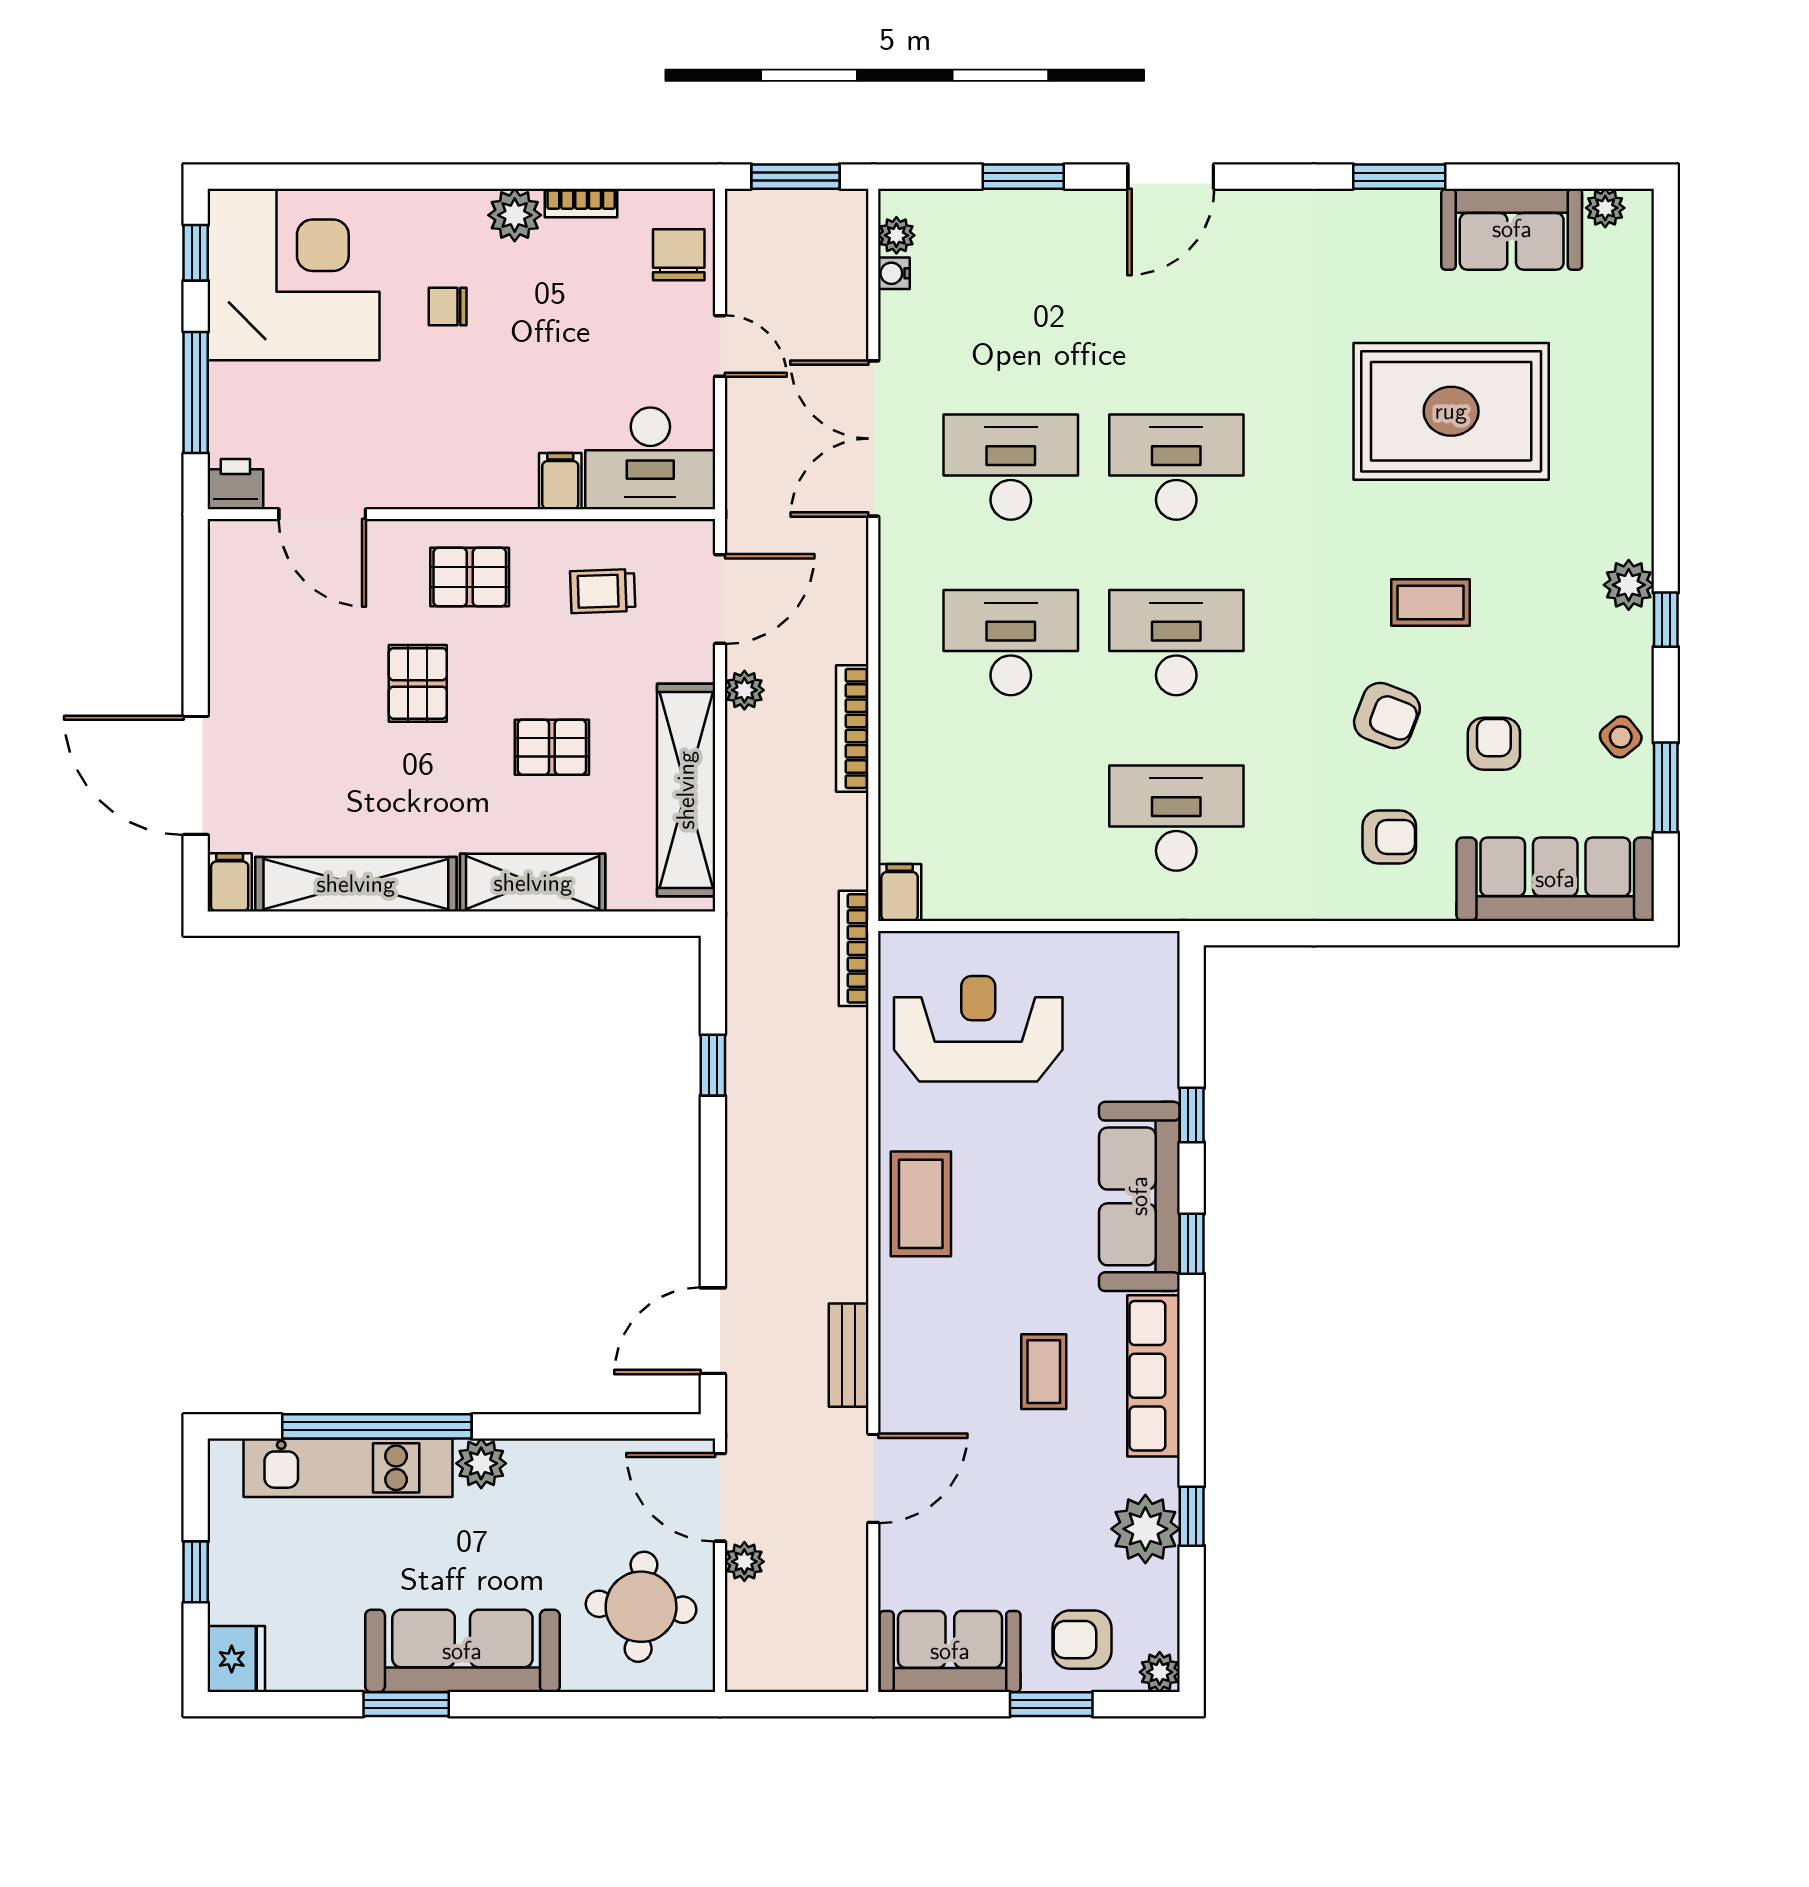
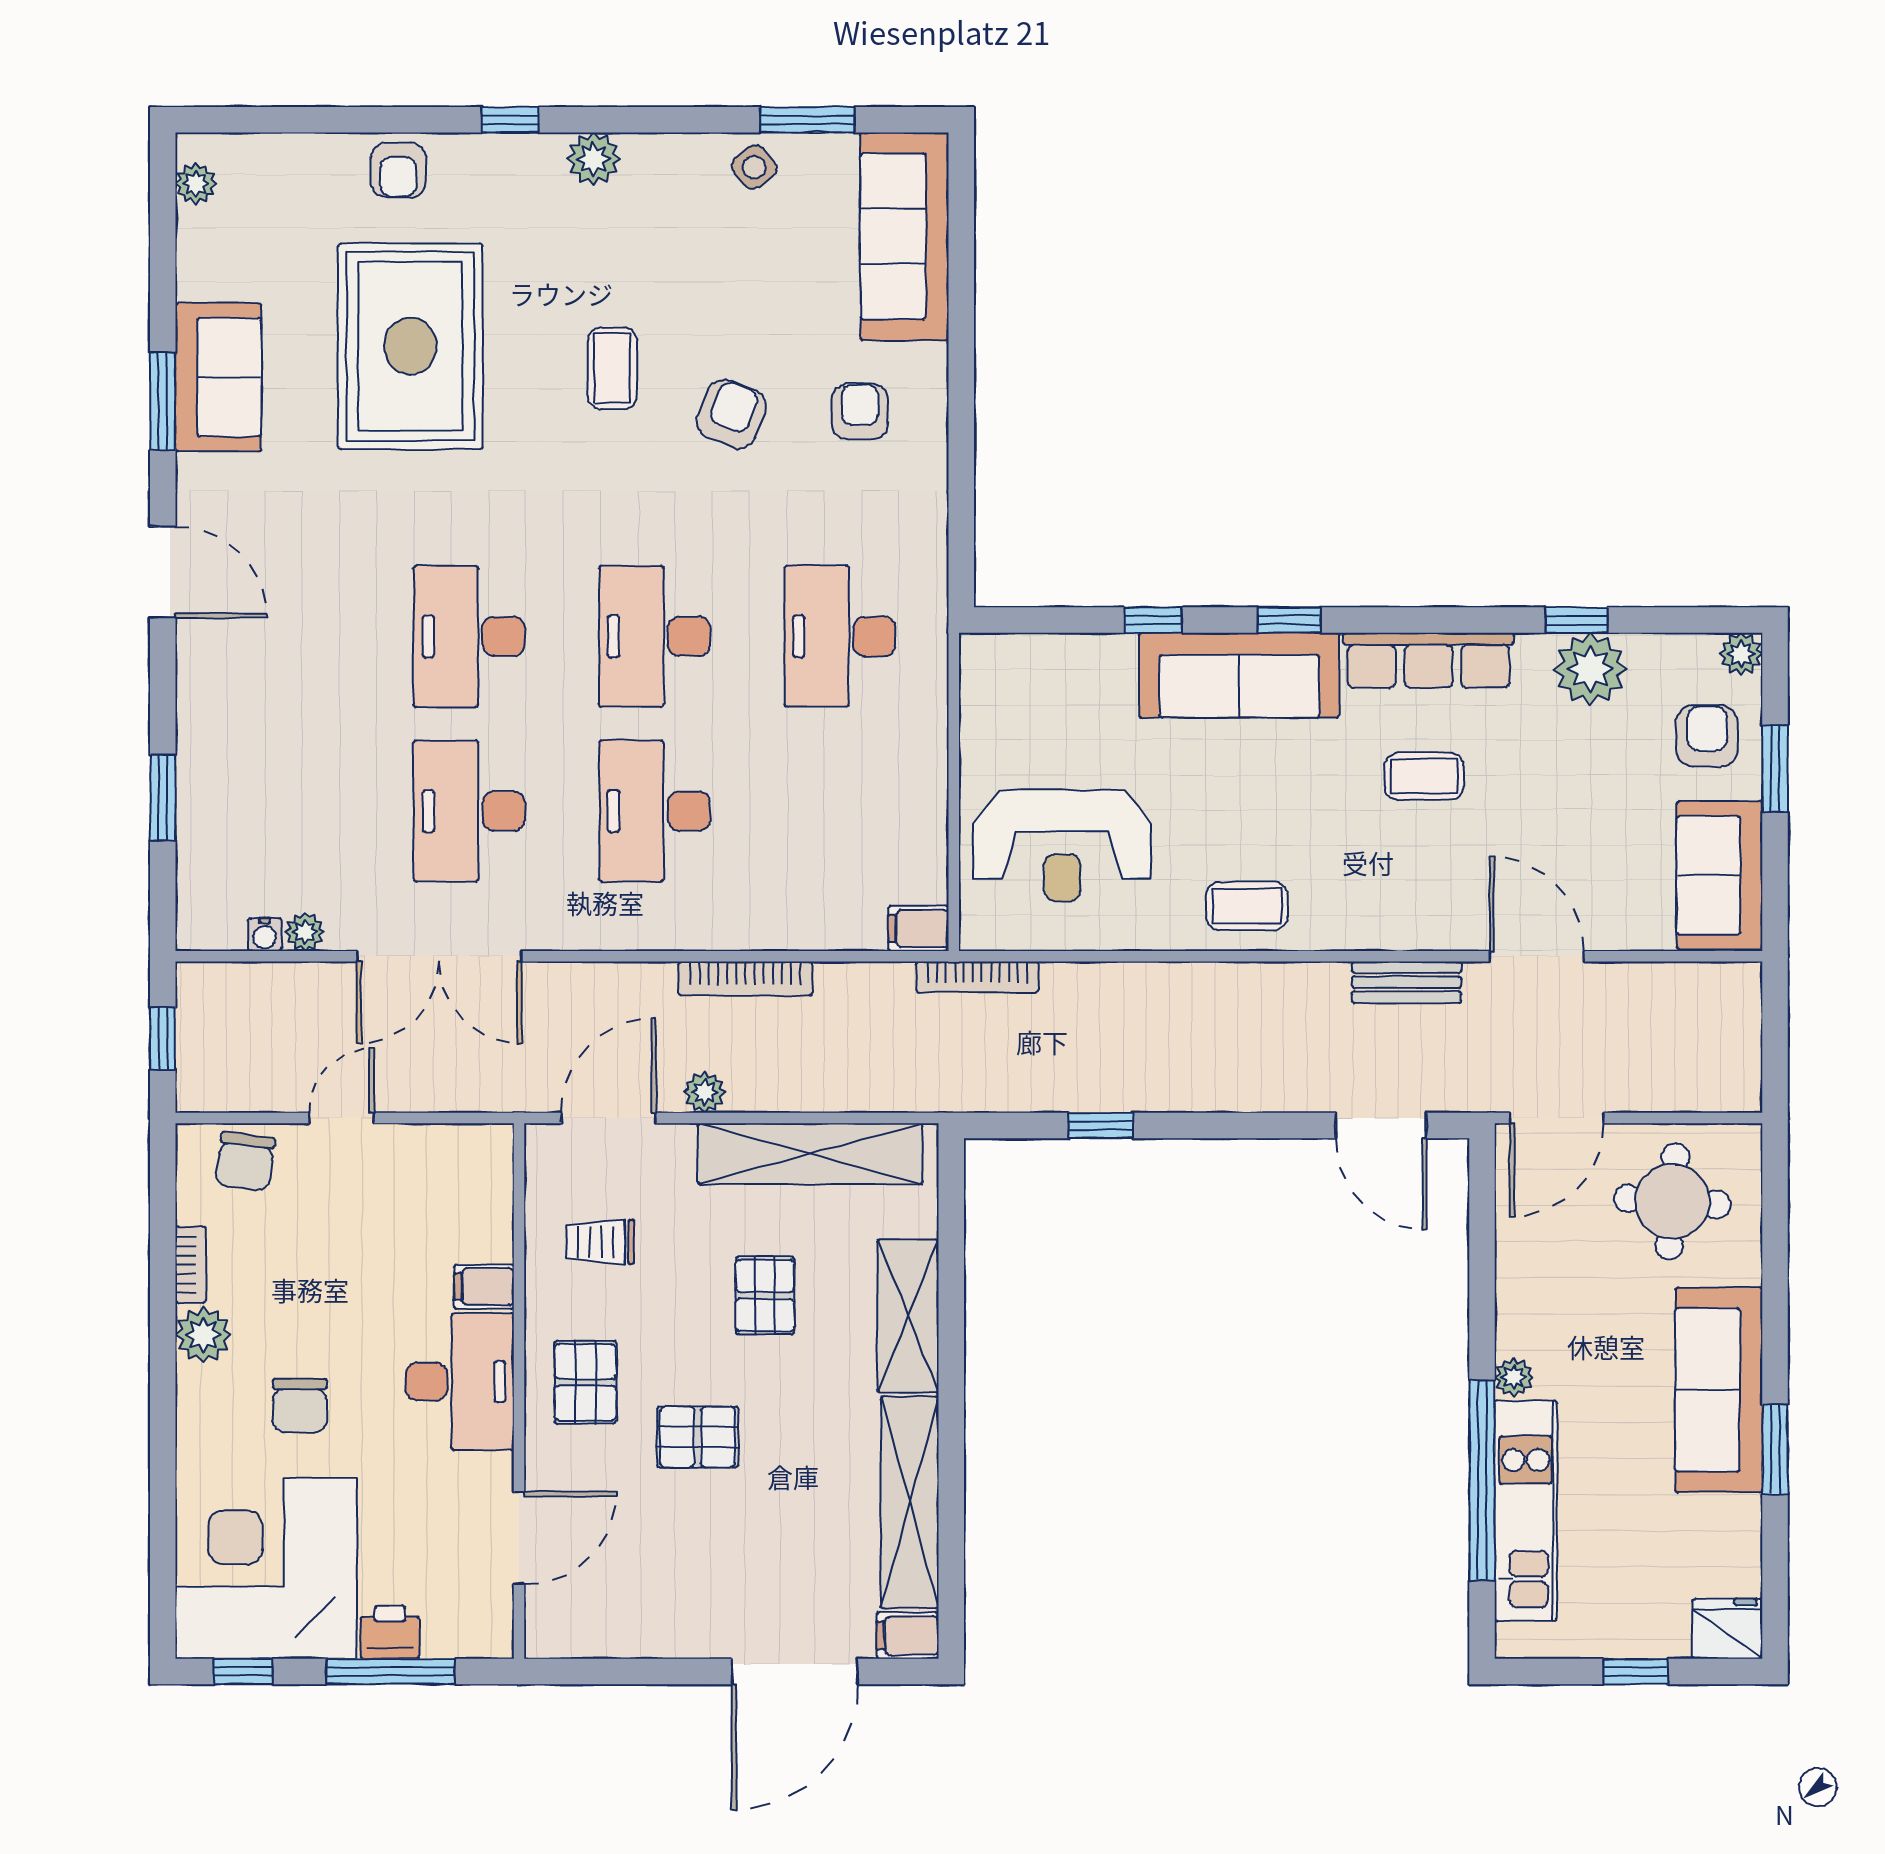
window: (795, 177) -> (163, 1038), width x0.67
door: (1171, 177) -> (163, 572), moved
sofa: (1512, 229) -> (218, 377), moved
plant: (896, 235) -> (305, 932), moved
chair: (679, 255) -> (245, 1162), turned -83
chair: (448, 306) -> (300, 1406), width x1.37, depth x1.37
desk: (650, 458) -> (460, 1382), moved
printer: (235, 484) -> (390, 1632), moved, turned 90
trolley: (603, 591) -> (600, 1242), turned 92
door: (720, 599) -> (609, 1118), hinge flipped
window: (1666, 620) -> (510, 120), moved
armchair: (1494, 744) -> (398, 170), moved, turned -90
reception desk: (978, 1029) -> (1062, 845), turned -90
coffee table: (921, 1204) -> (1247, 906), width x0.73, depth x0.77
plant: (481, 1463) -> (1514, 1377), width x0.73, depth x0.73
plant: (744, 1562) -> (1625, 1092), removed
armchair: (1082, 1640) -> (1707, 736), turned 180

